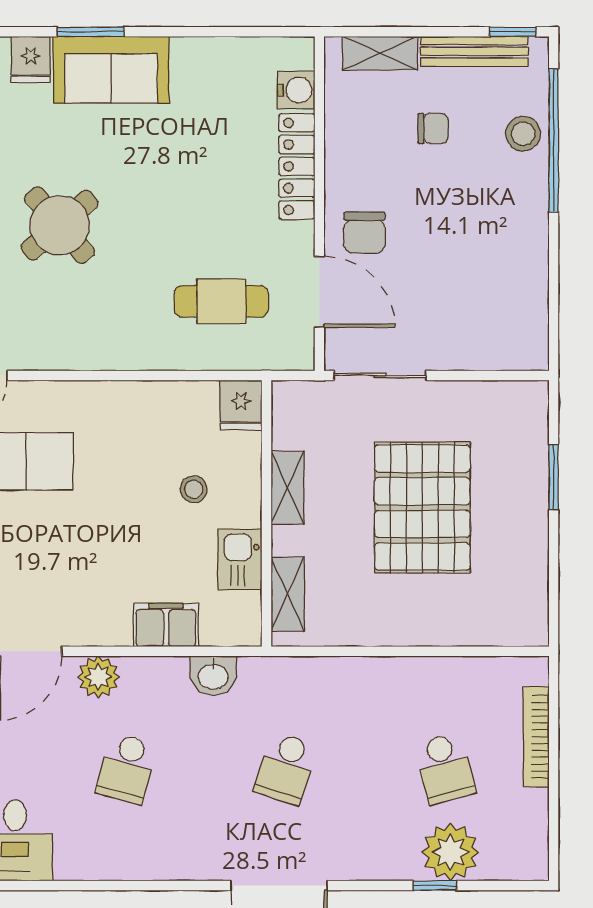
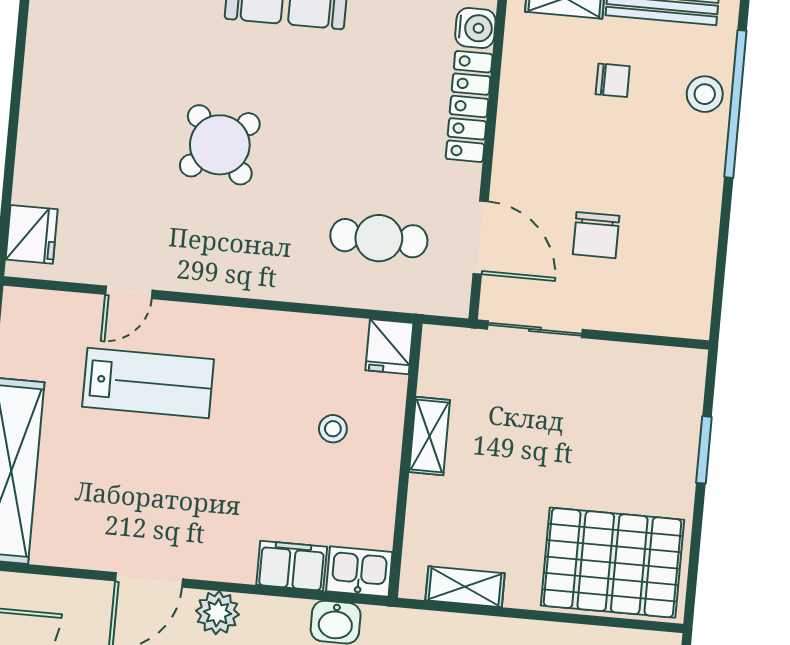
chair: (364, 233) -> (596, 235), moved
pallet: (422, 508) -> (612, 563), moved, turned 90
kitchen sink: (240, 559) -> (359, 572), moved, turned 90
shelving: (288, 594) -> (465, 587), moved, turned 90

